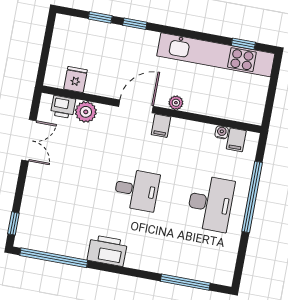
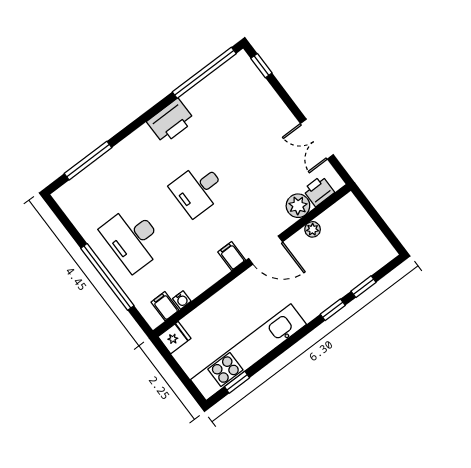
fridge: (76, 79) -> (174, 338), moved, turned -90
plant: (176, 103) -> (313, 229), moved
door: (136, 106) -> (266, 250), hinge flipped

